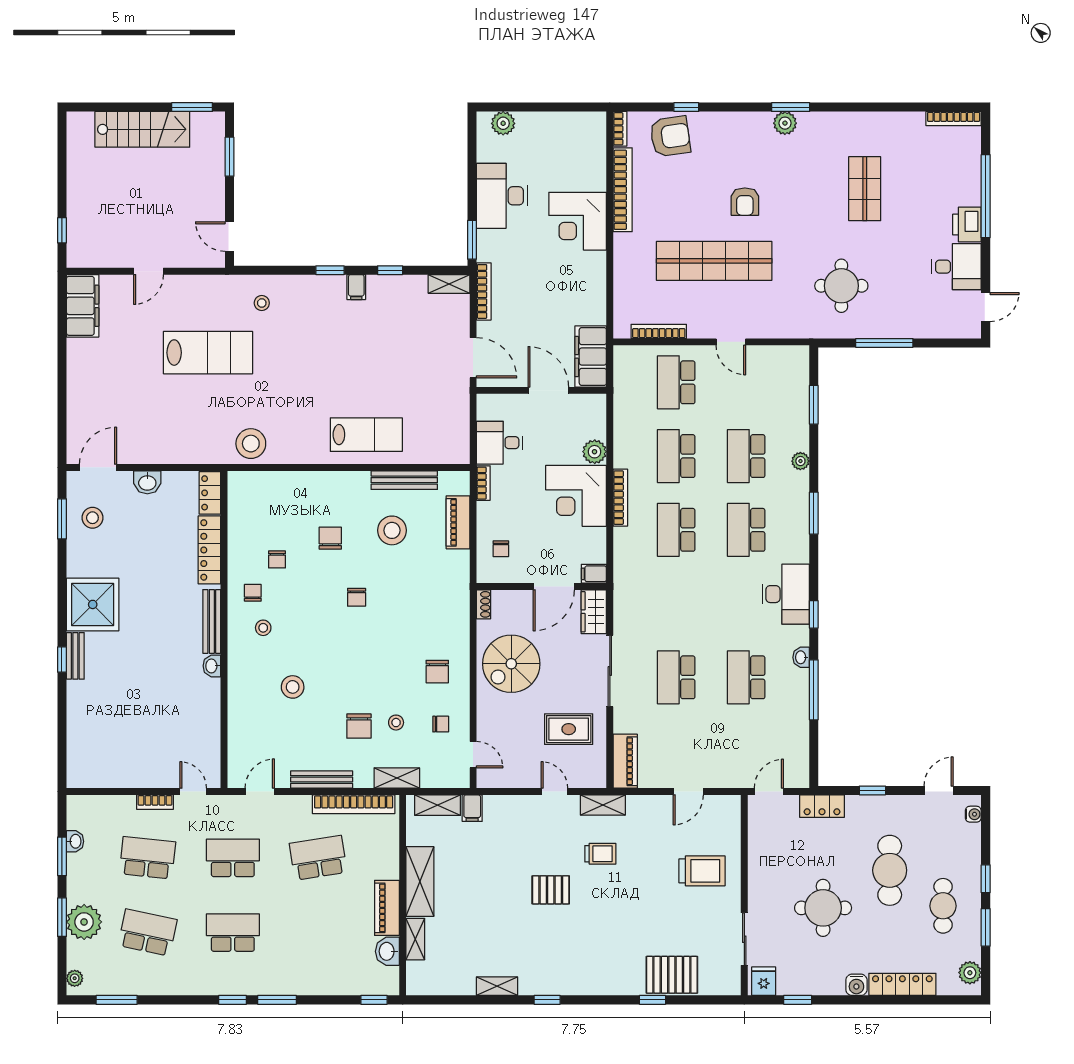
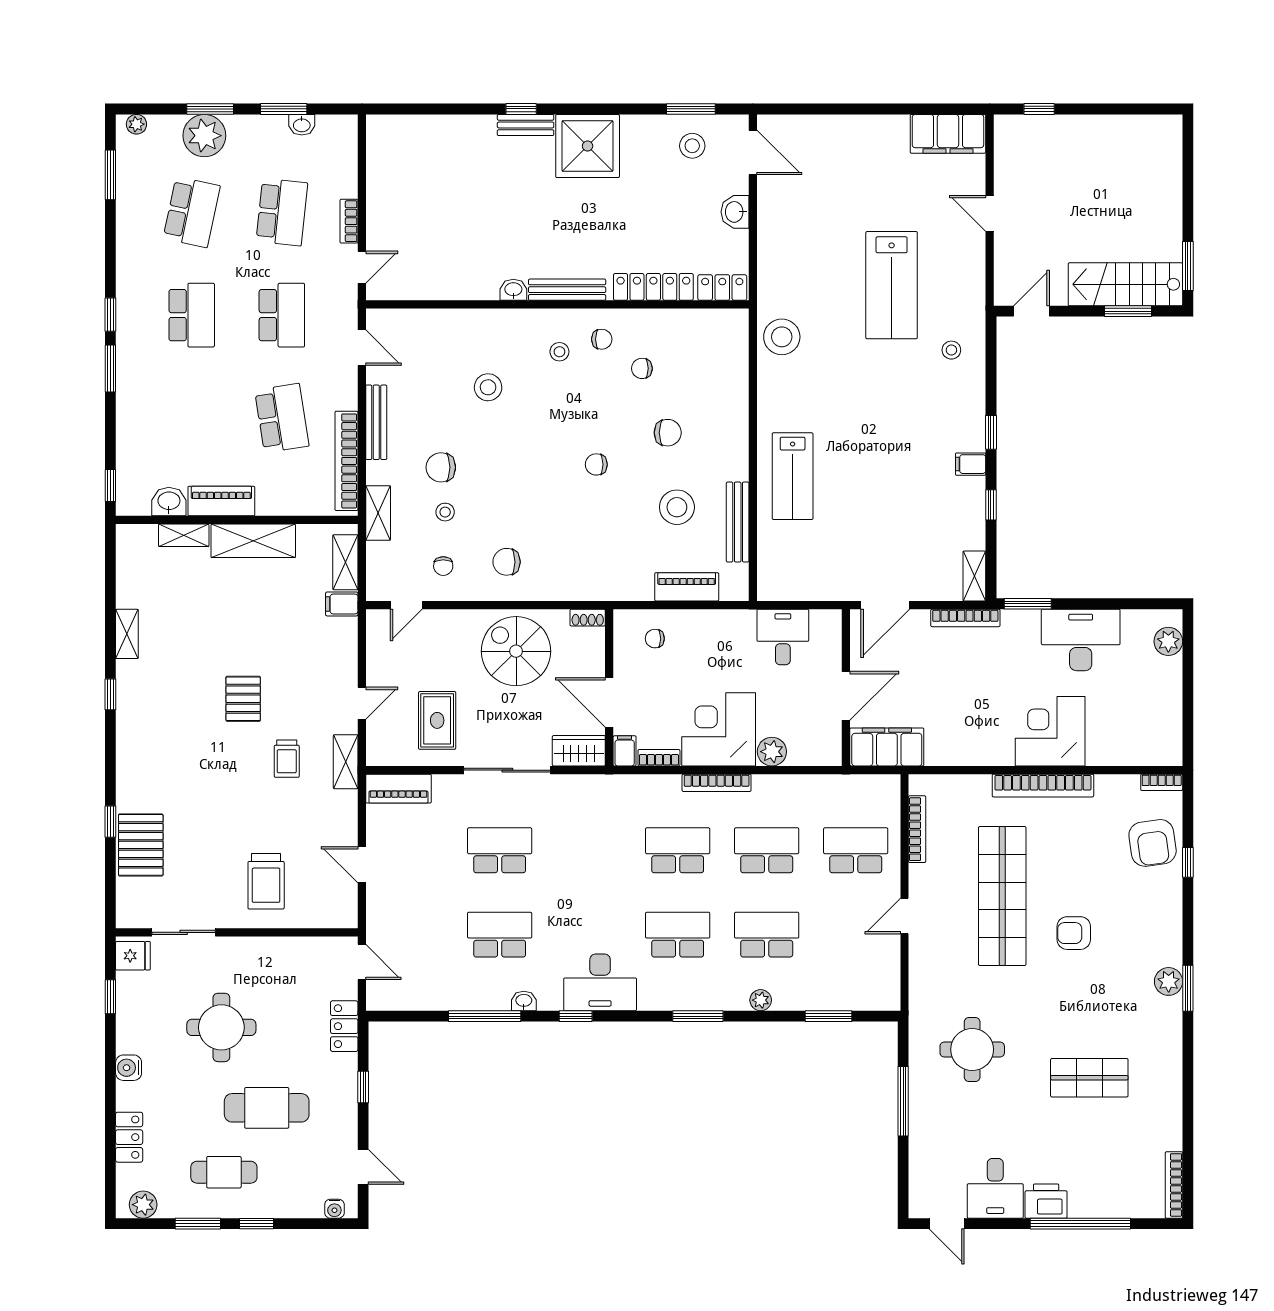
stairs: (142, 129) -> (1125, 284), moved, turned 90
bookcase: (623, 190) -> (1043, 786), moved
bookcase: (483, 483) -> (659, 758), moved, turned 180
locker: (902, 984) -> (129, 1137), width x0.66

